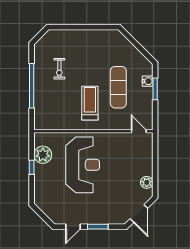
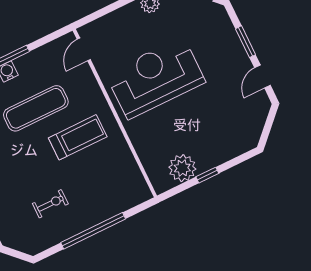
treadmill: (90, 103) -> (78, 137), turned 180
reception desk: (83, 165) -> (155, 78), moved
door: (73, 227) -> (262, 77), swing flipped

